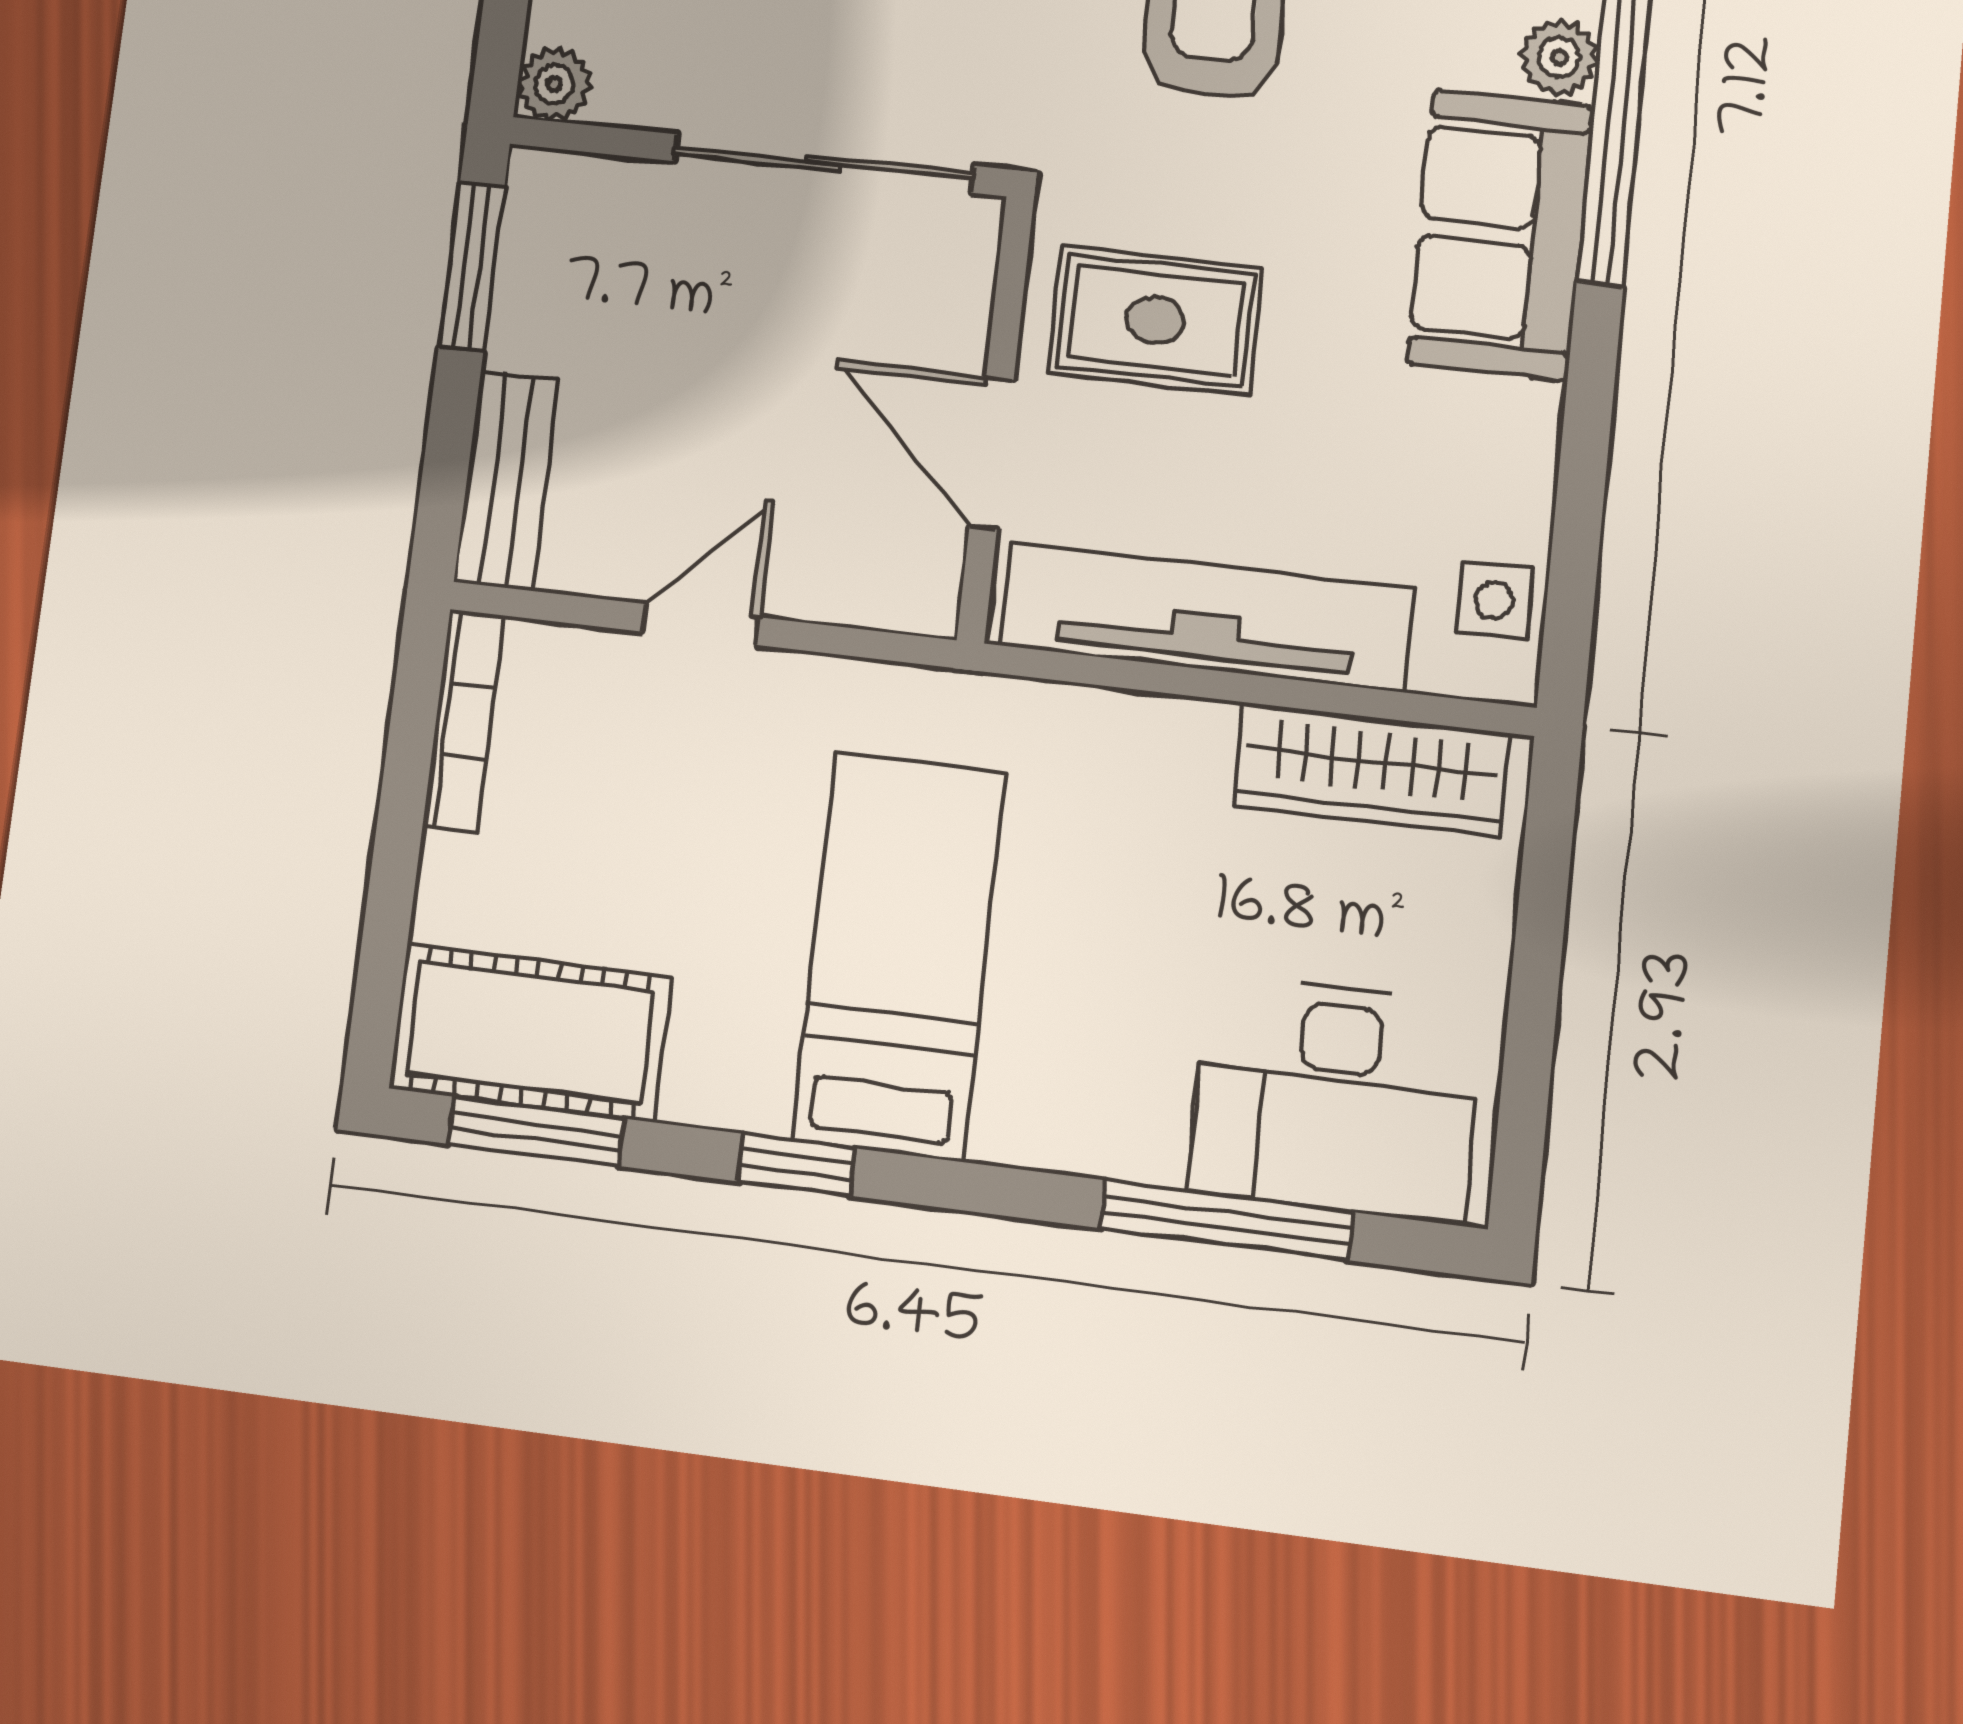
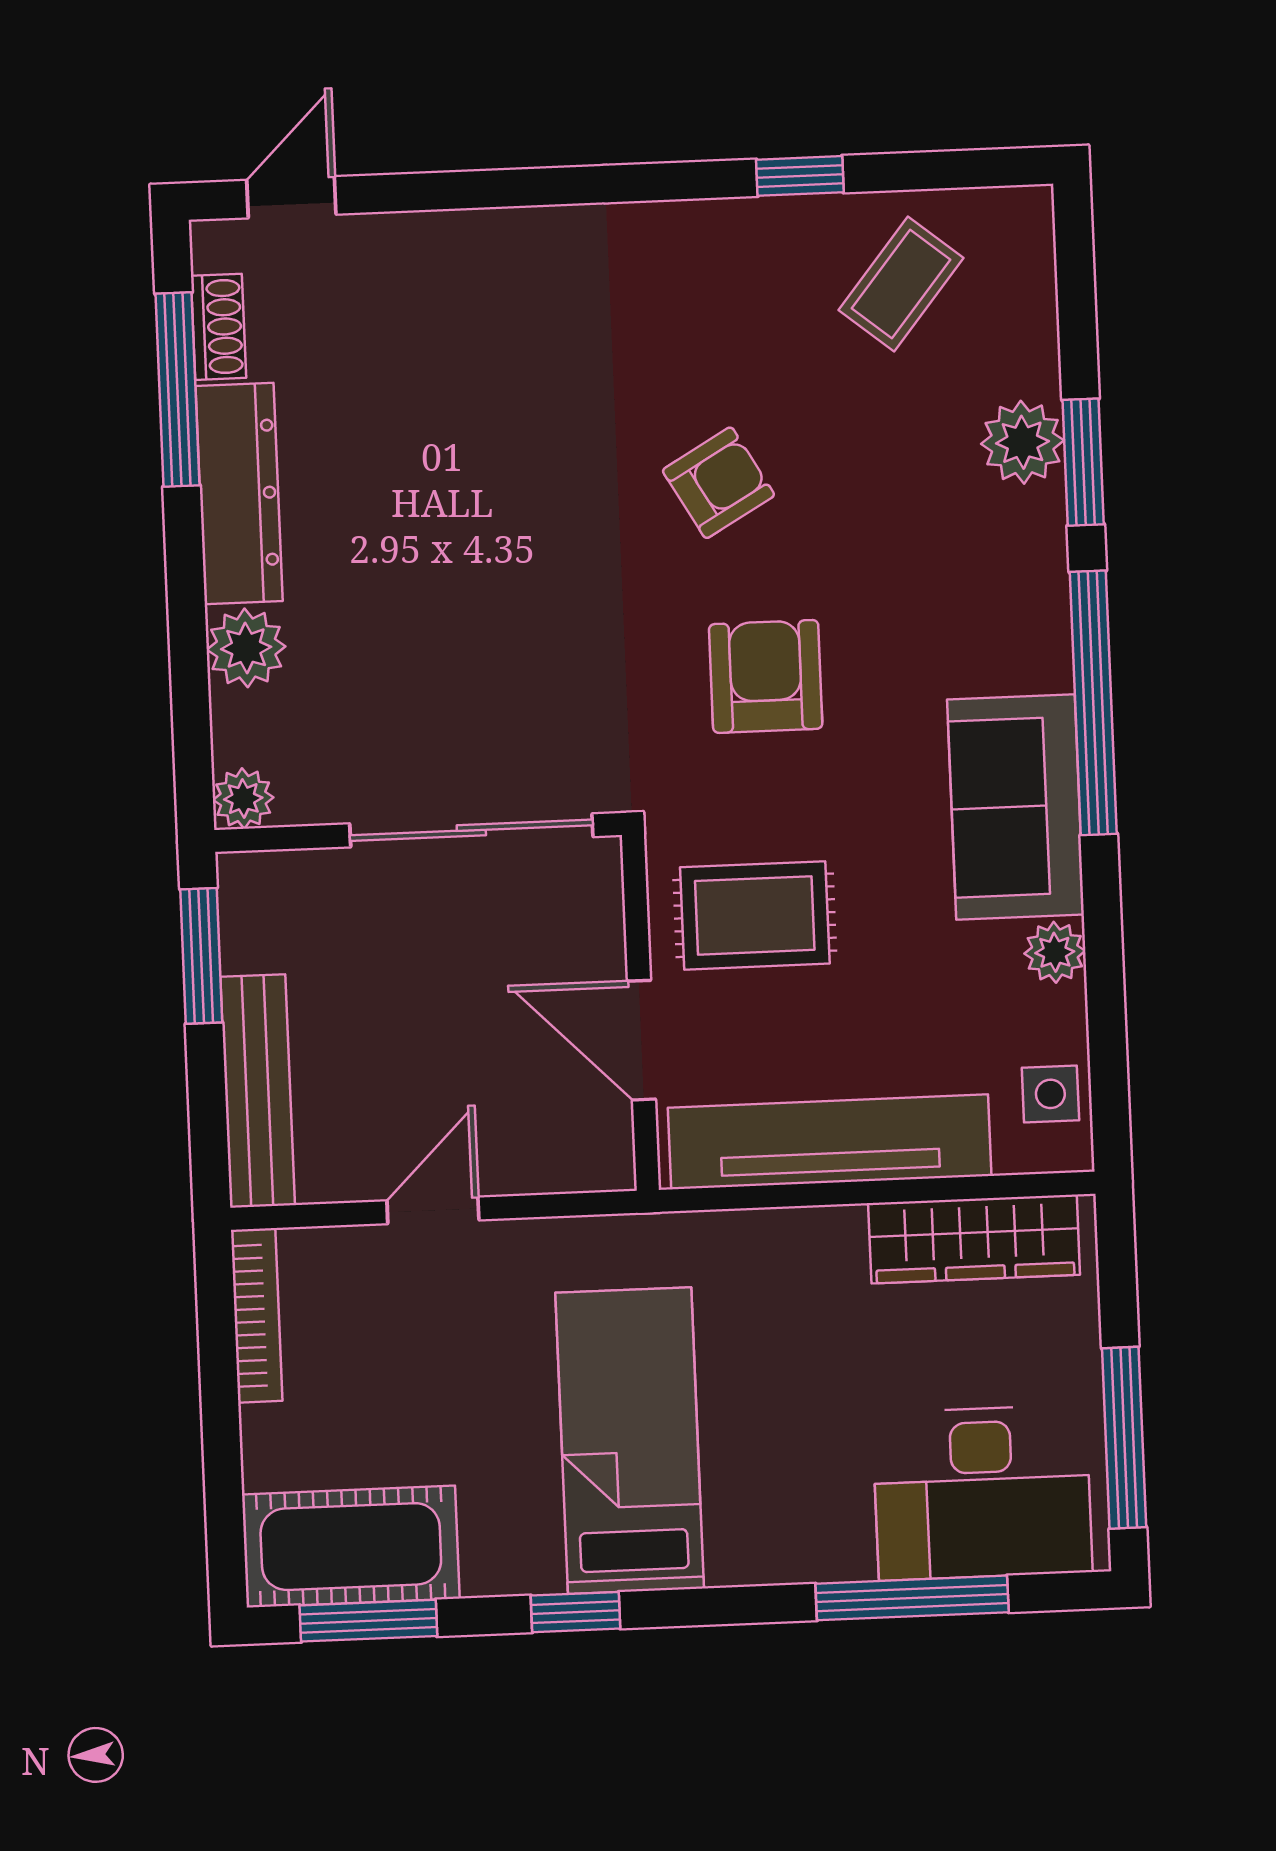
plant: (1559, 57) -> (1055, 952), moved
bench: (507, 481) -> (258, 1091), width x1.36
window: (1528, 1057) -> (1124, 1438), added

